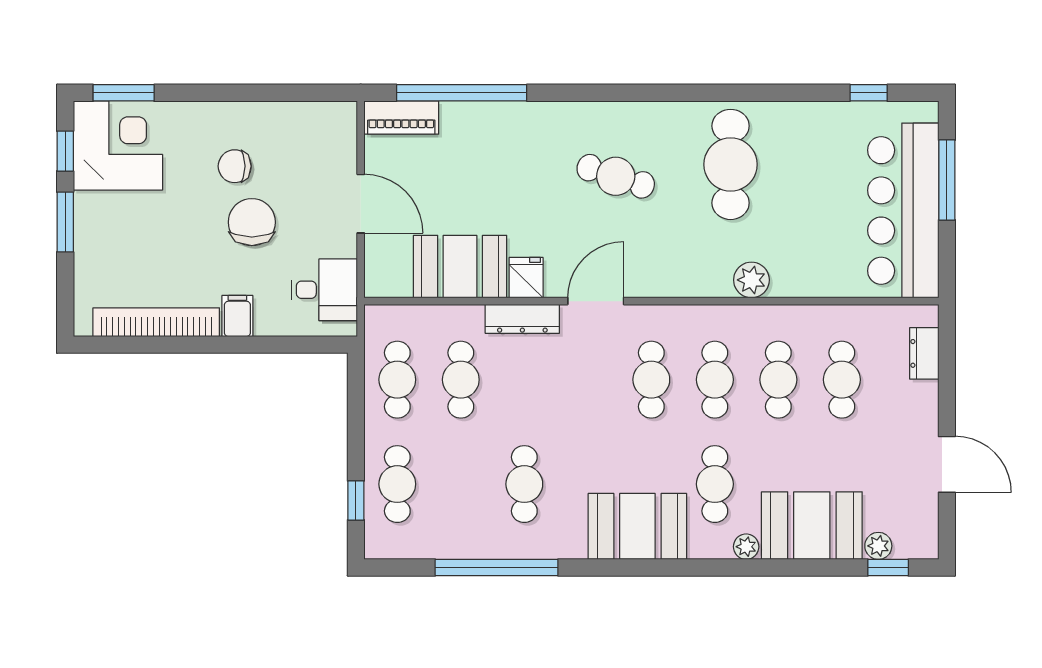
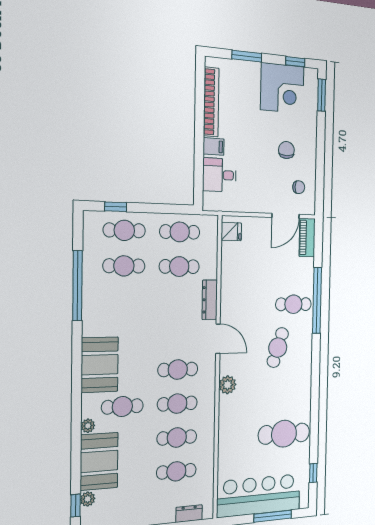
window: (462, 93) -> (317, 300), moved
cafe table: (532, 144) -> (293, 304), added
corner desk: (118, 145) -> (282, 88), moved
cafe table: (731, 164) -> (284, 434), moved
door: (361, 204) -> (286, 216), moved
window: (65, 222) -> (247, 56), moved
chair: (252, 222) -> (299, 187), moved, width x0.54, depth x0.54
booth: (460, 267) -> (236, 267), removed
fridge: (526, 278) -> (231, 232), moved
plant: (751, 280) -> (228, 385), moved
desk: (324, 290) -> (219, 175), moved, turned 90
cafe table: (524, 484) -> (124, 266), moved

